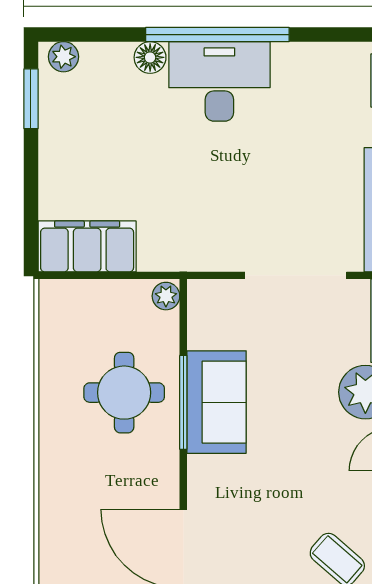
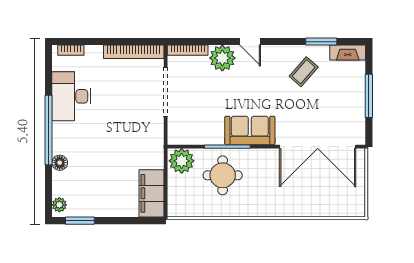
desk: (219, 81) -> (71, 96), moved
plant: (166, 296) -> (182, 161), width x1.88, depth x1.88
sofa: (216, 402) -> (250, 130), moved

